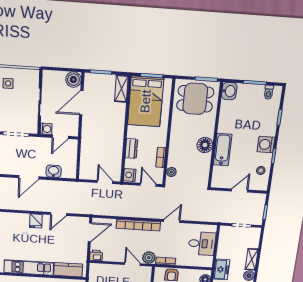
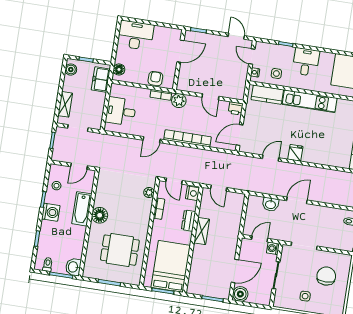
shelving: (121, 89) -> (202, 231), moved
washbasin: (229, 91) -> (73, 267), moved
dining table: (195, 99) -> (120, 250), moved
wall: (215, 136) -> (89, 224), moved
floor lamp: (205, 145) -> (100, 215), moved
bathtub: (223, 150) -> (82, 209), moved
shelving: (252, 259) -> (65, 104), moved
door: (132, 264) -> (210, 97), moved

